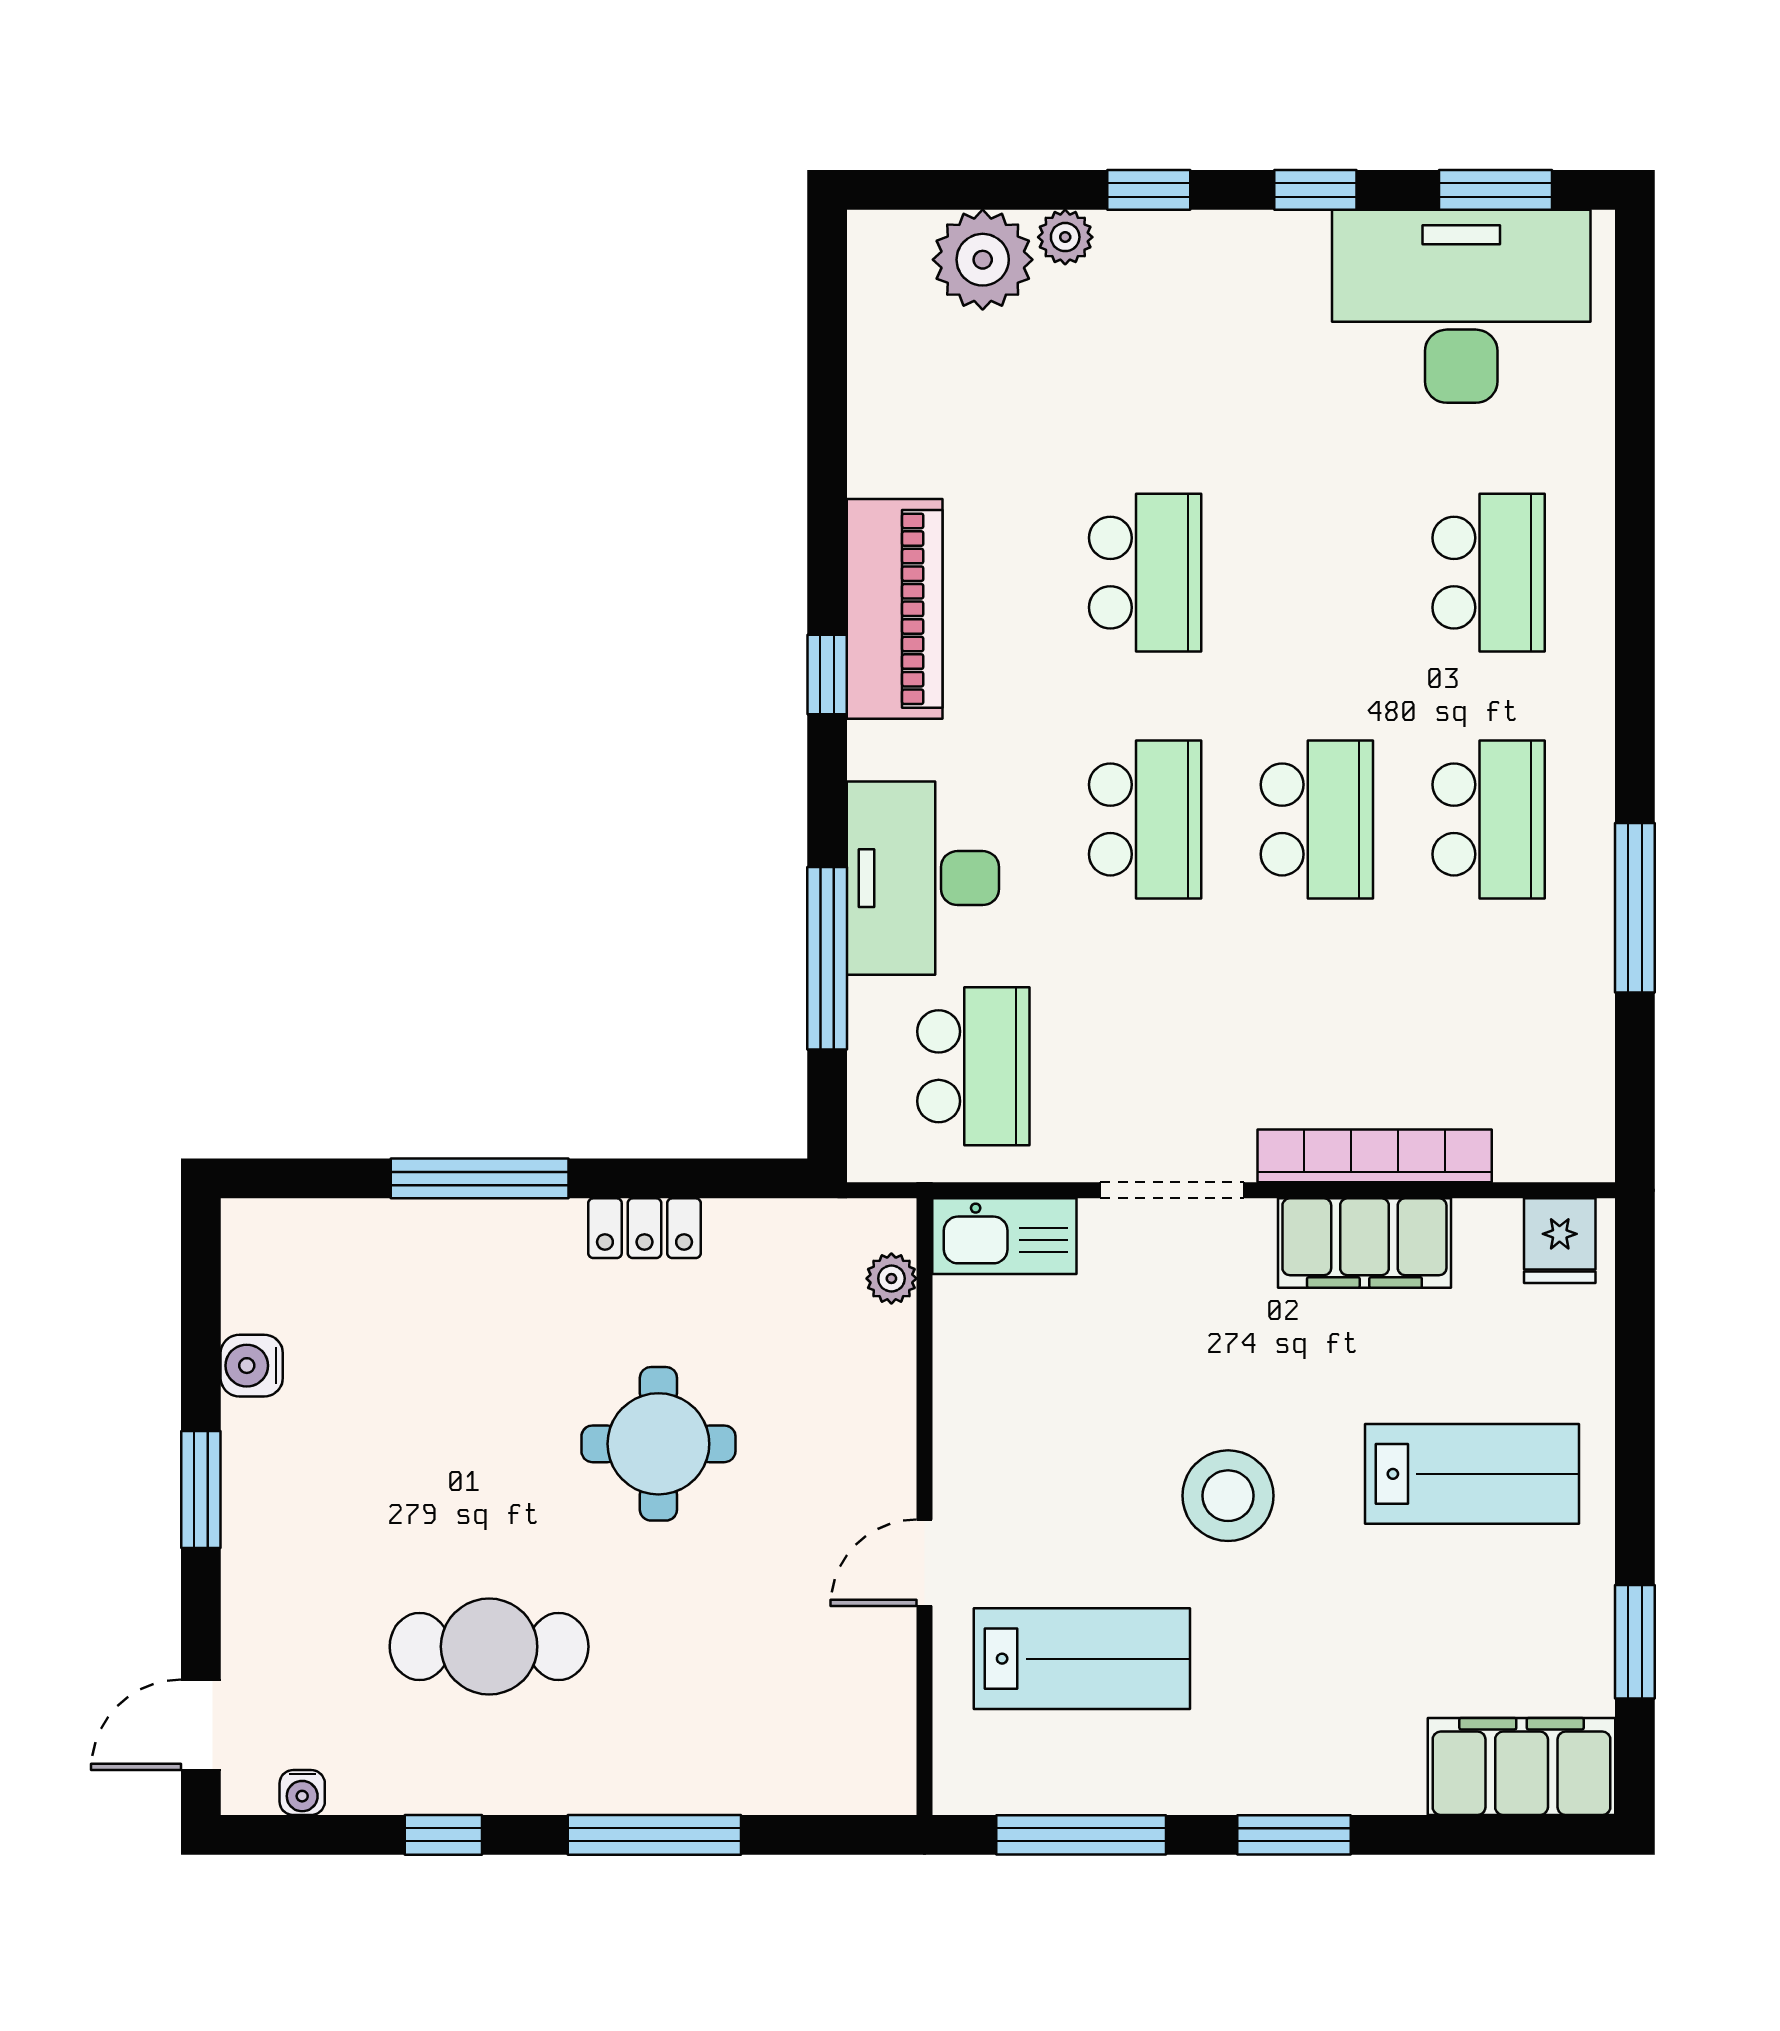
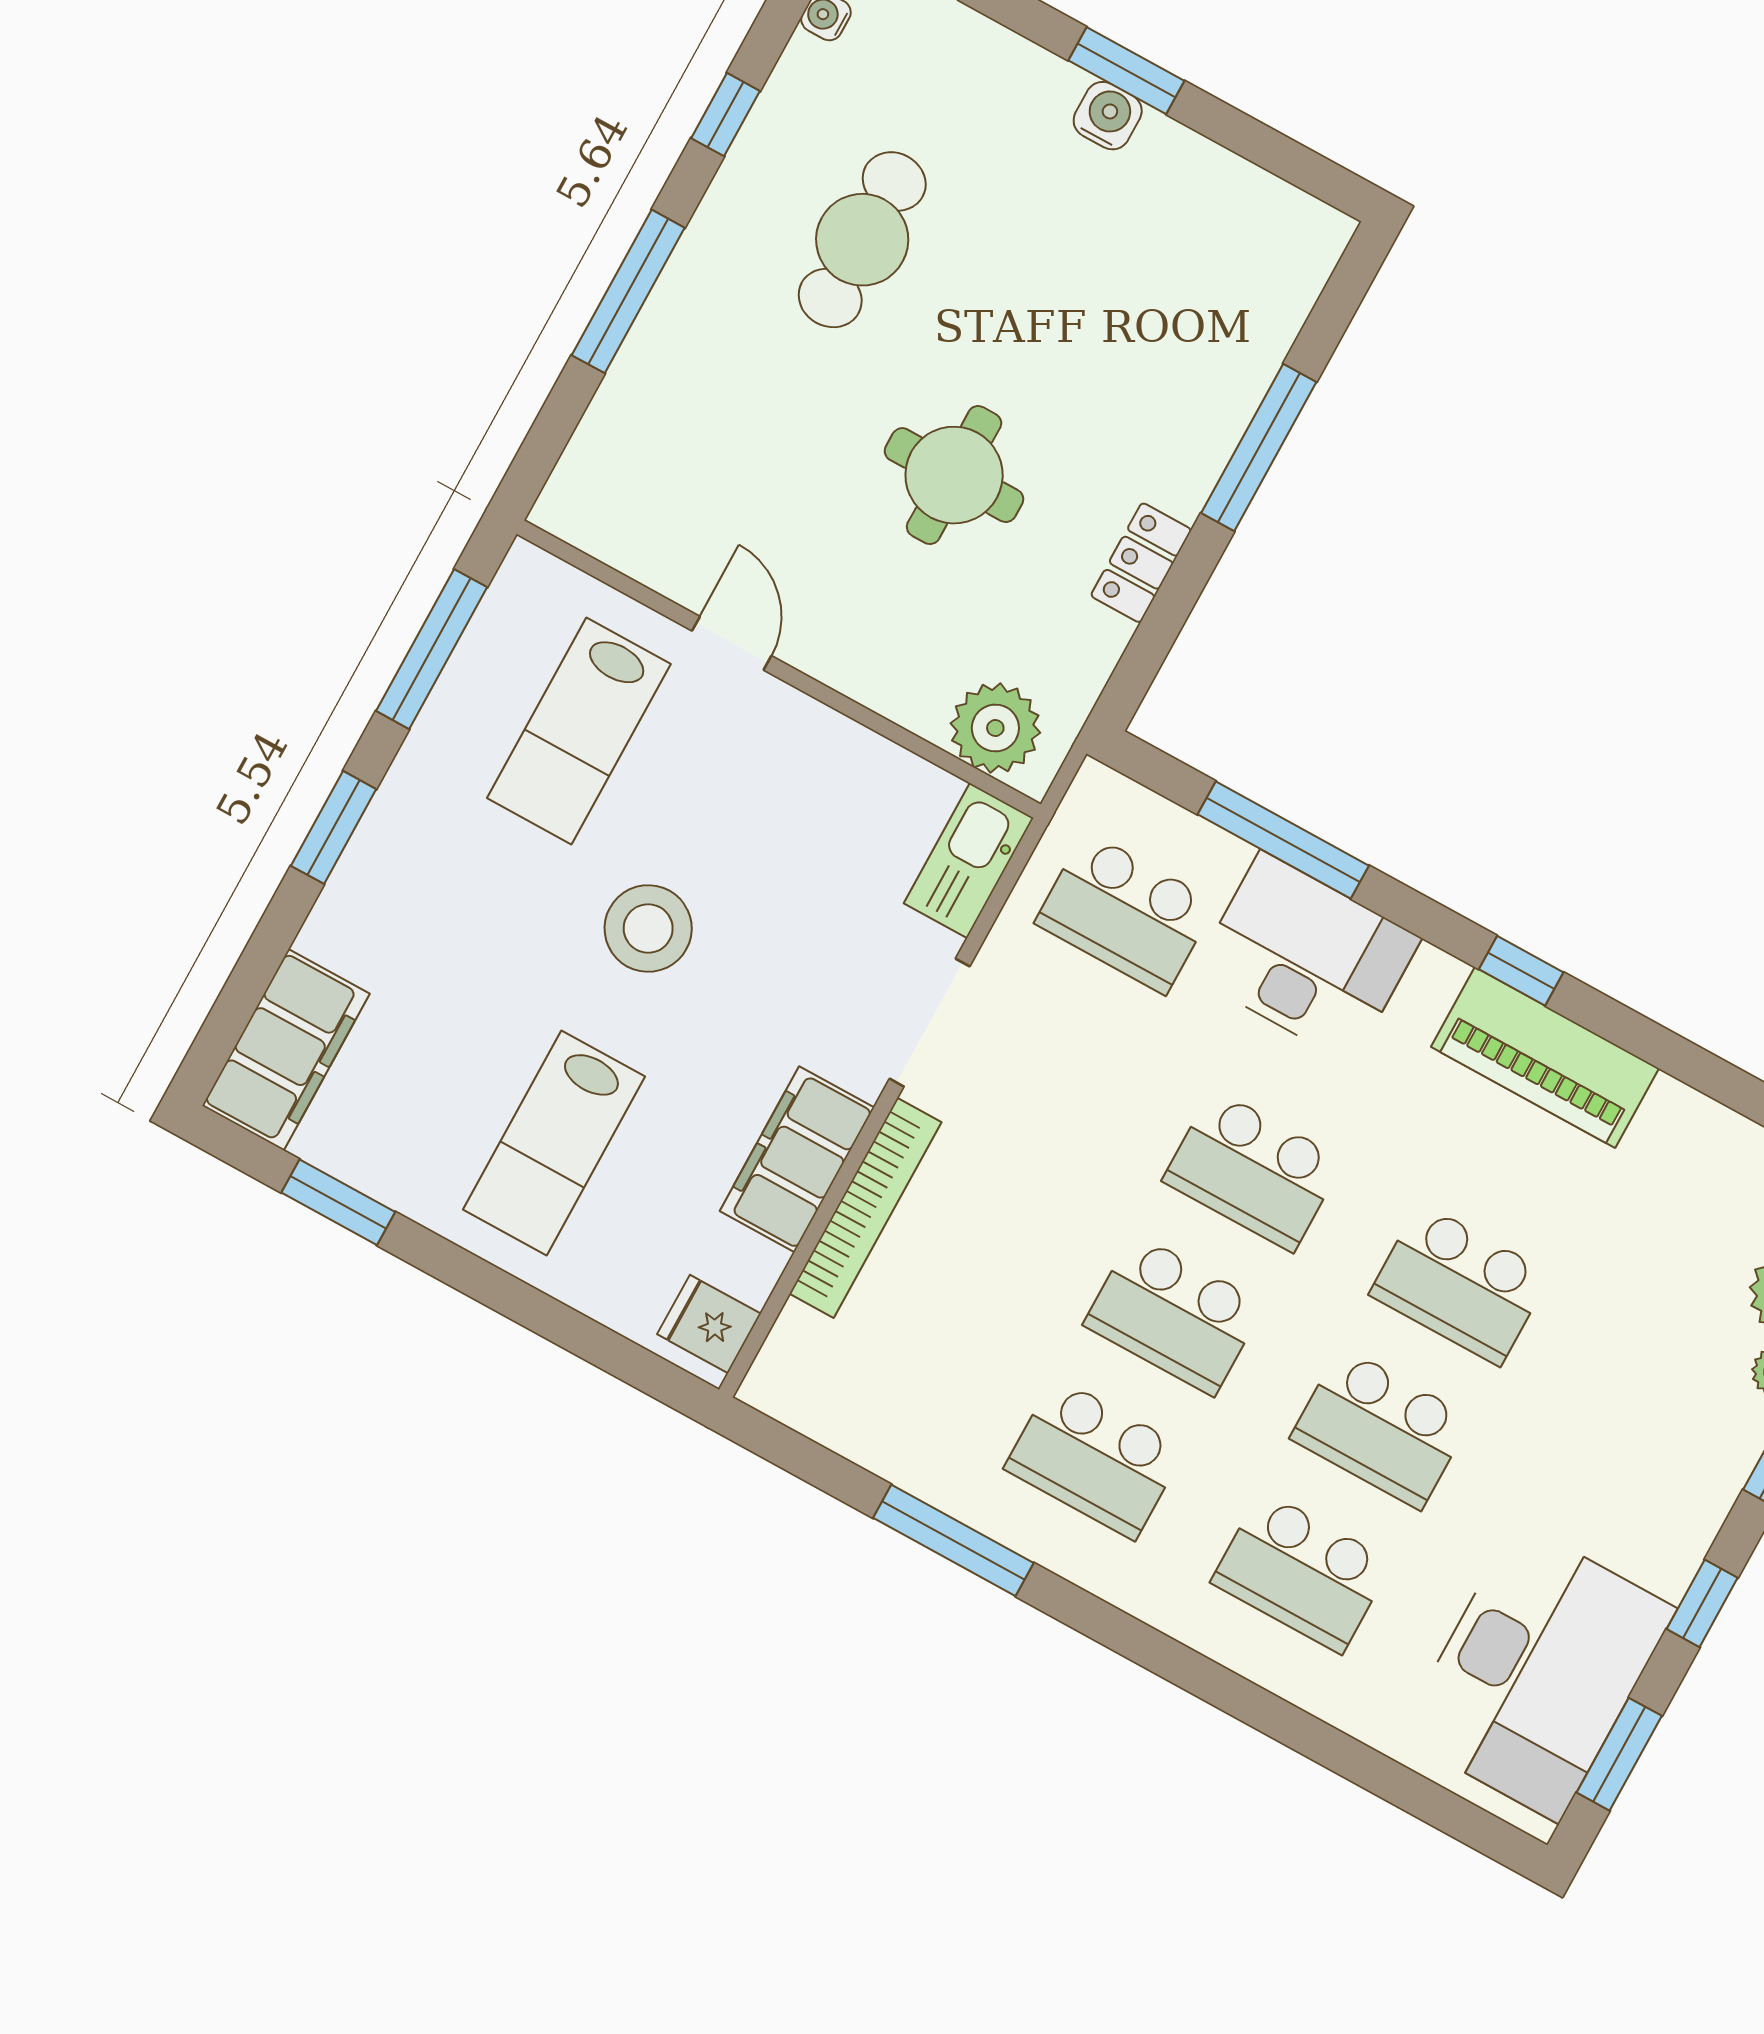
school desk: (1317, 573) -> (1381, 1428), added
plant: (891, 1278) -> (995, 728), width x1.88, depth x1.88
water cooler: (252, 1366) -> (1108, 116), moved

